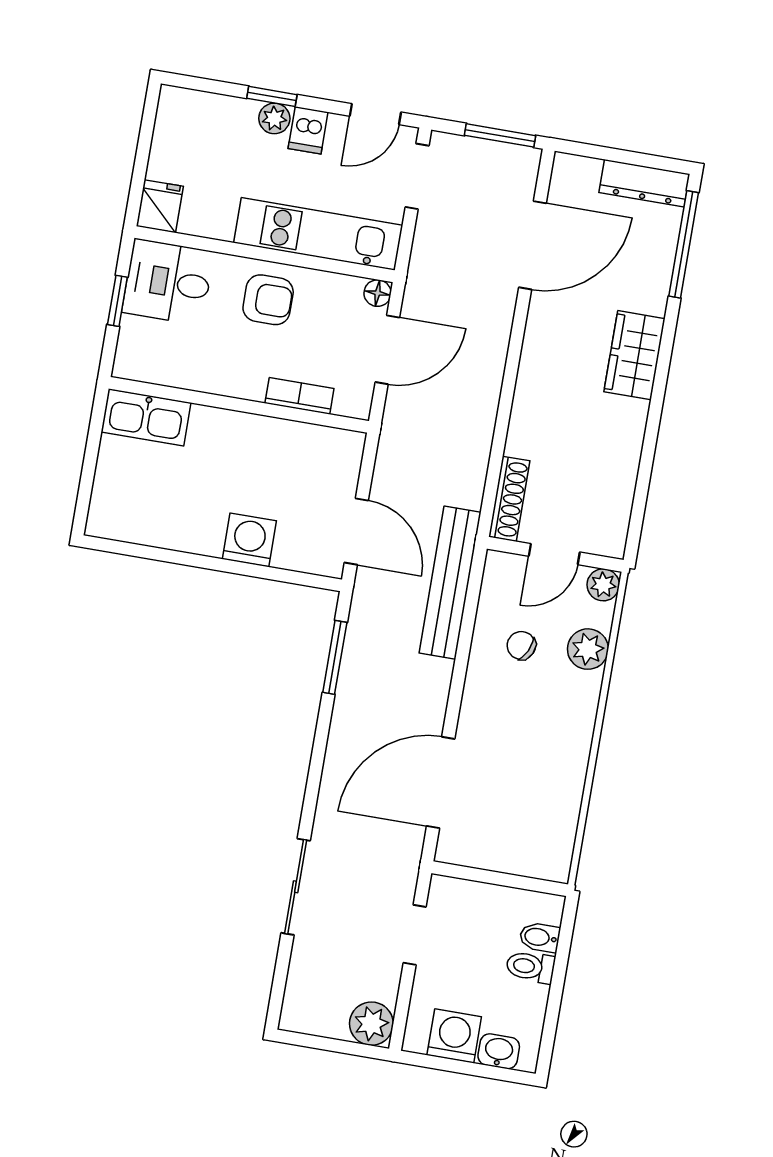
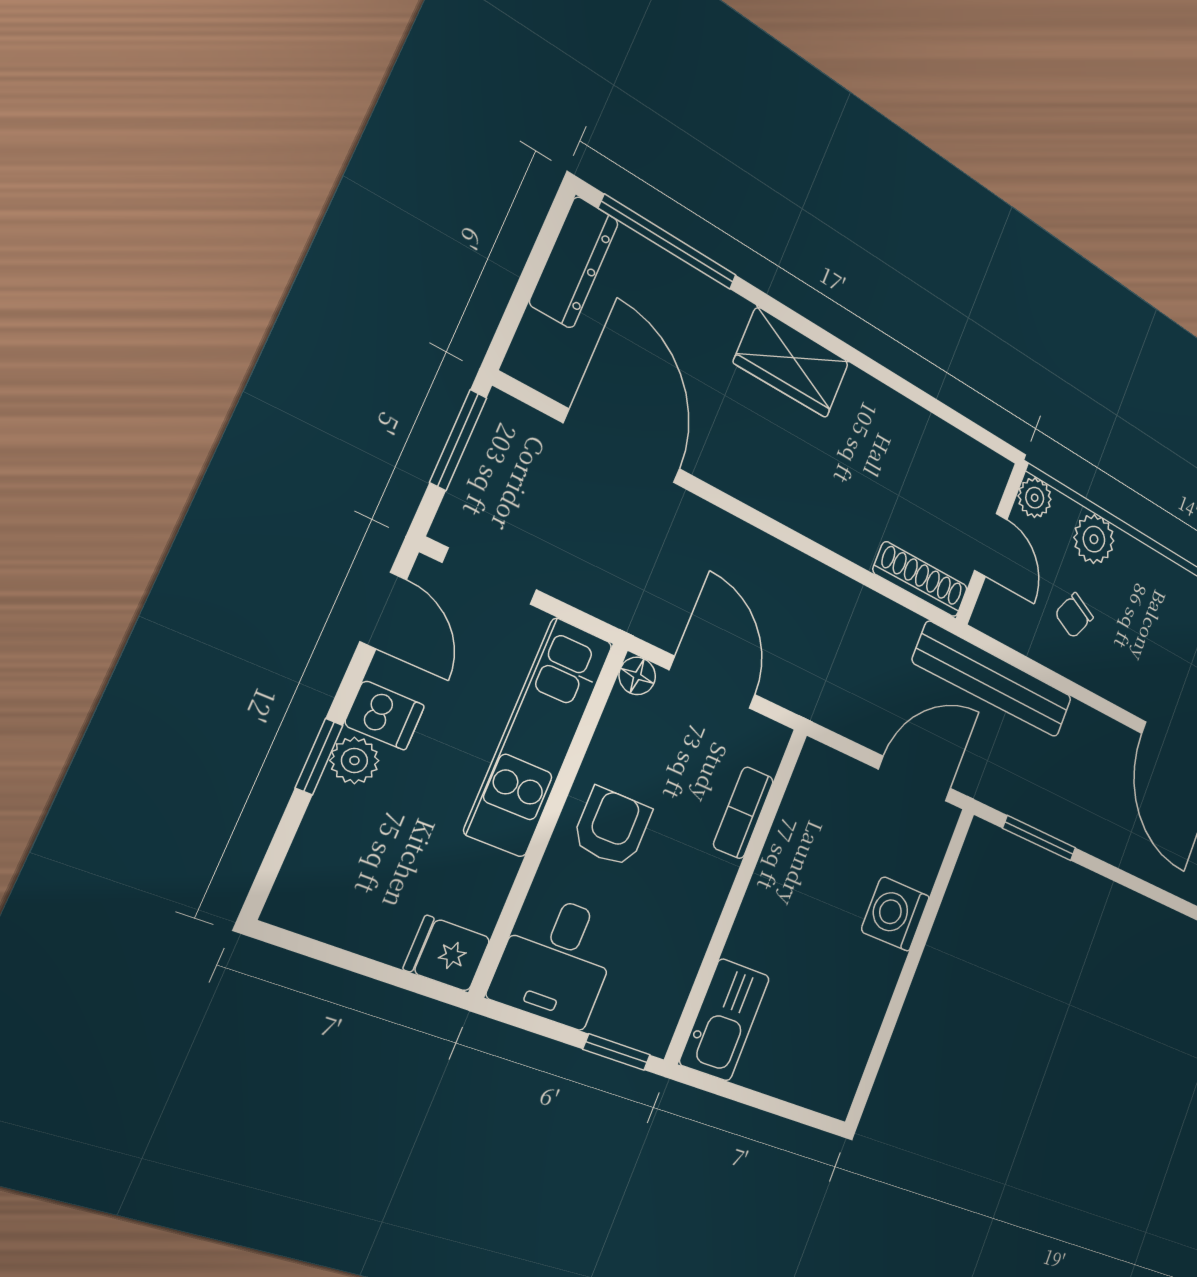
window: (117, 301) -> (617, 1052), moved

